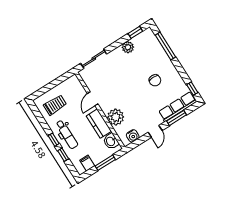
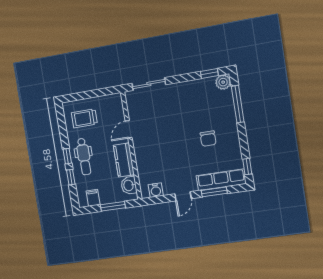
plant: (128, 47) -> (223, 82), moved
trolley: (55, 105) -> (84, 118), turned 180
plant: (116, 117) -> (146, 161), removed

